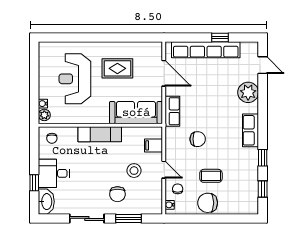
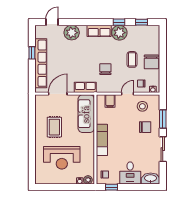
plant: (248, 158) -> (119, 33), added
stool: (134, 171) -> (142, 106), moved
window: (34, 183) -> (112, 187), moved

